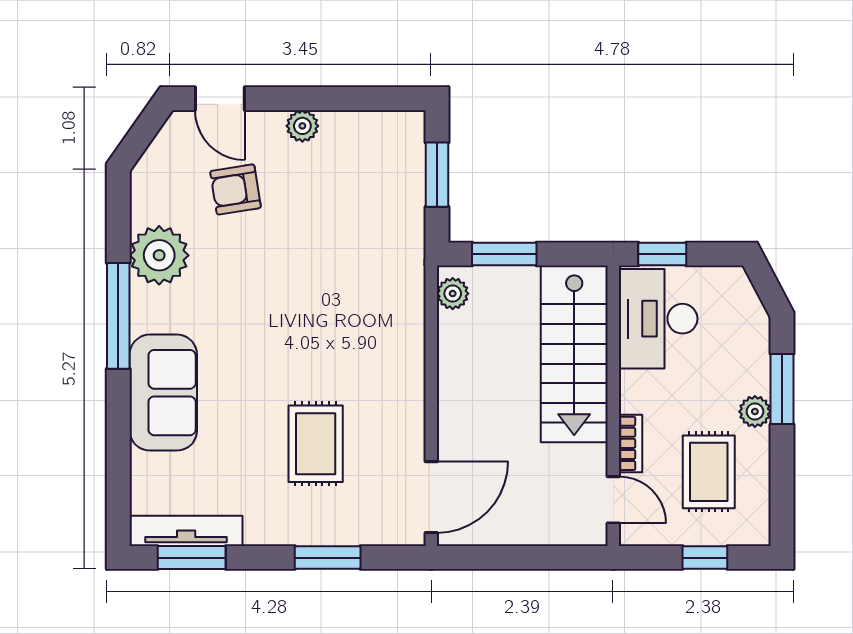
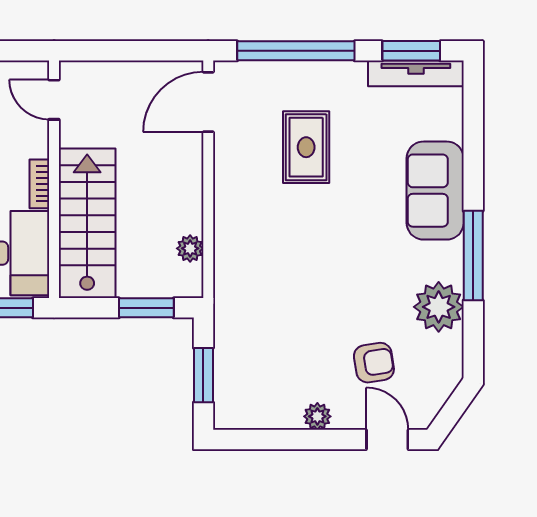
plant: (453, 294) -> (190, 248), moved
bookcase: (631, 443) -> (39, 184), moved
window: (328, 558) -> (296, 51), width x2.11

